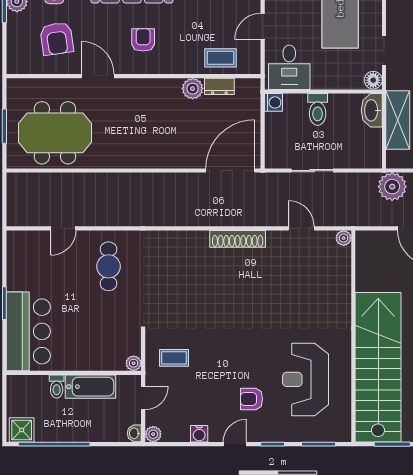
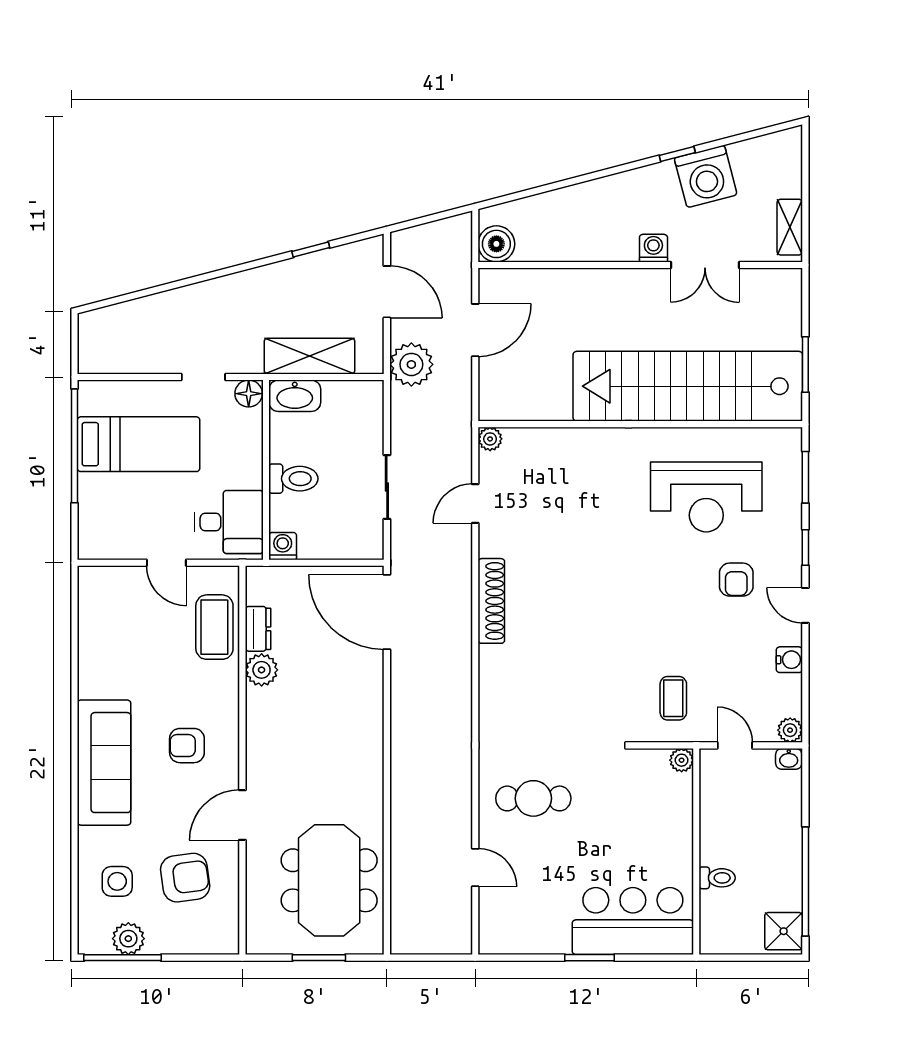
coffee table: (221, 58) -> (214, 627), width x1.36, depth x1.30
bathtub: (90, 387) -> (717, 826), removed

